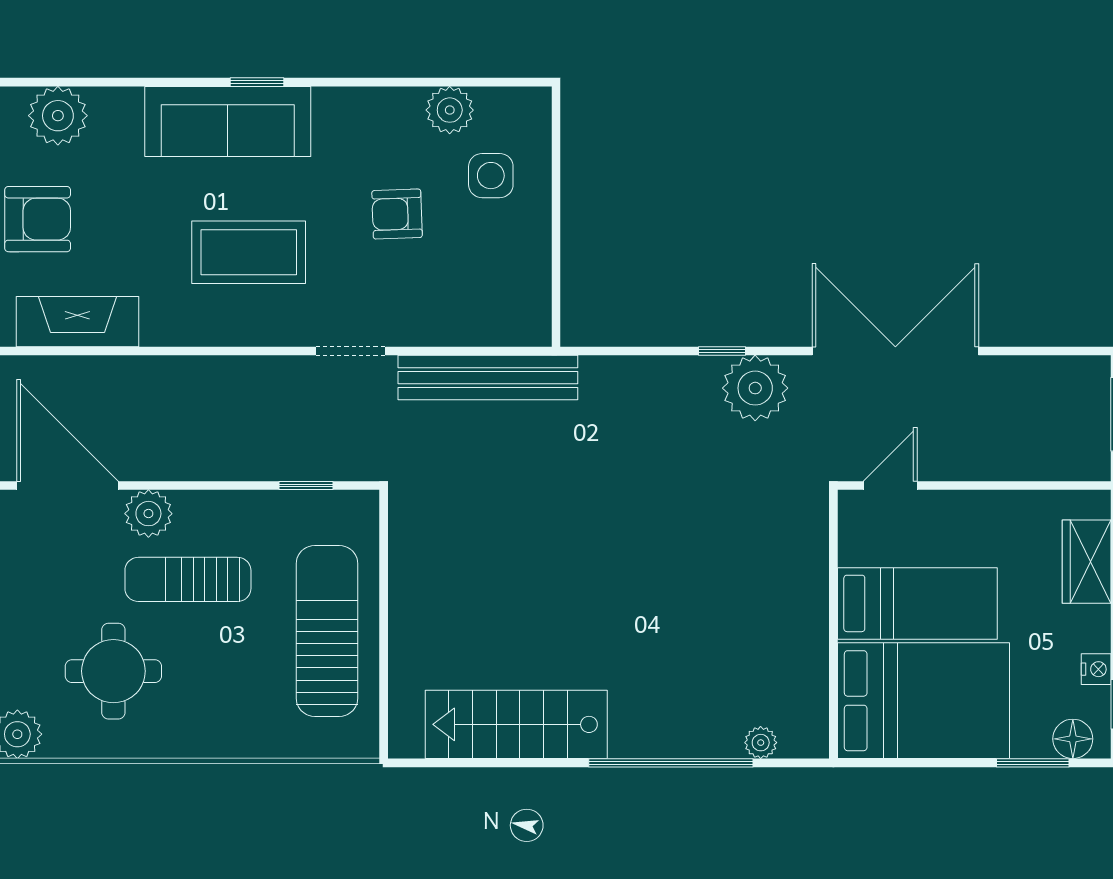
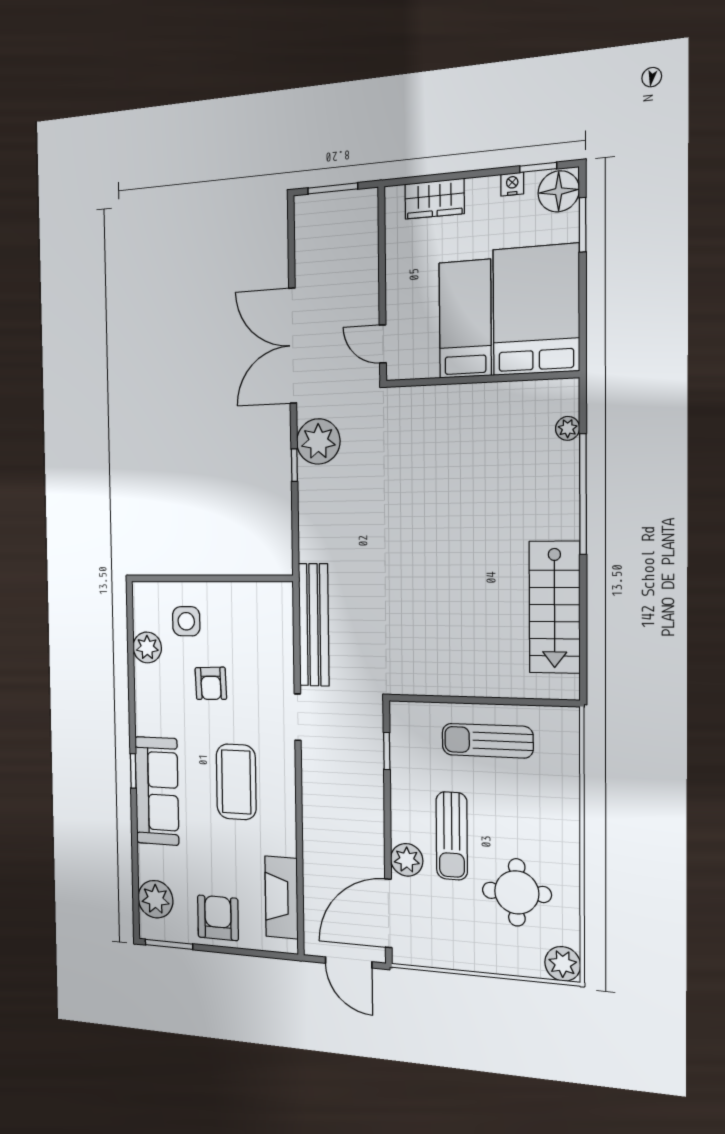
sun lounger: (327, 631) -> (487, 741), width x0.73, depth x0.75
floor lamp: (1073, 739) -> (559, 191), width x1.38, depth x1.38

